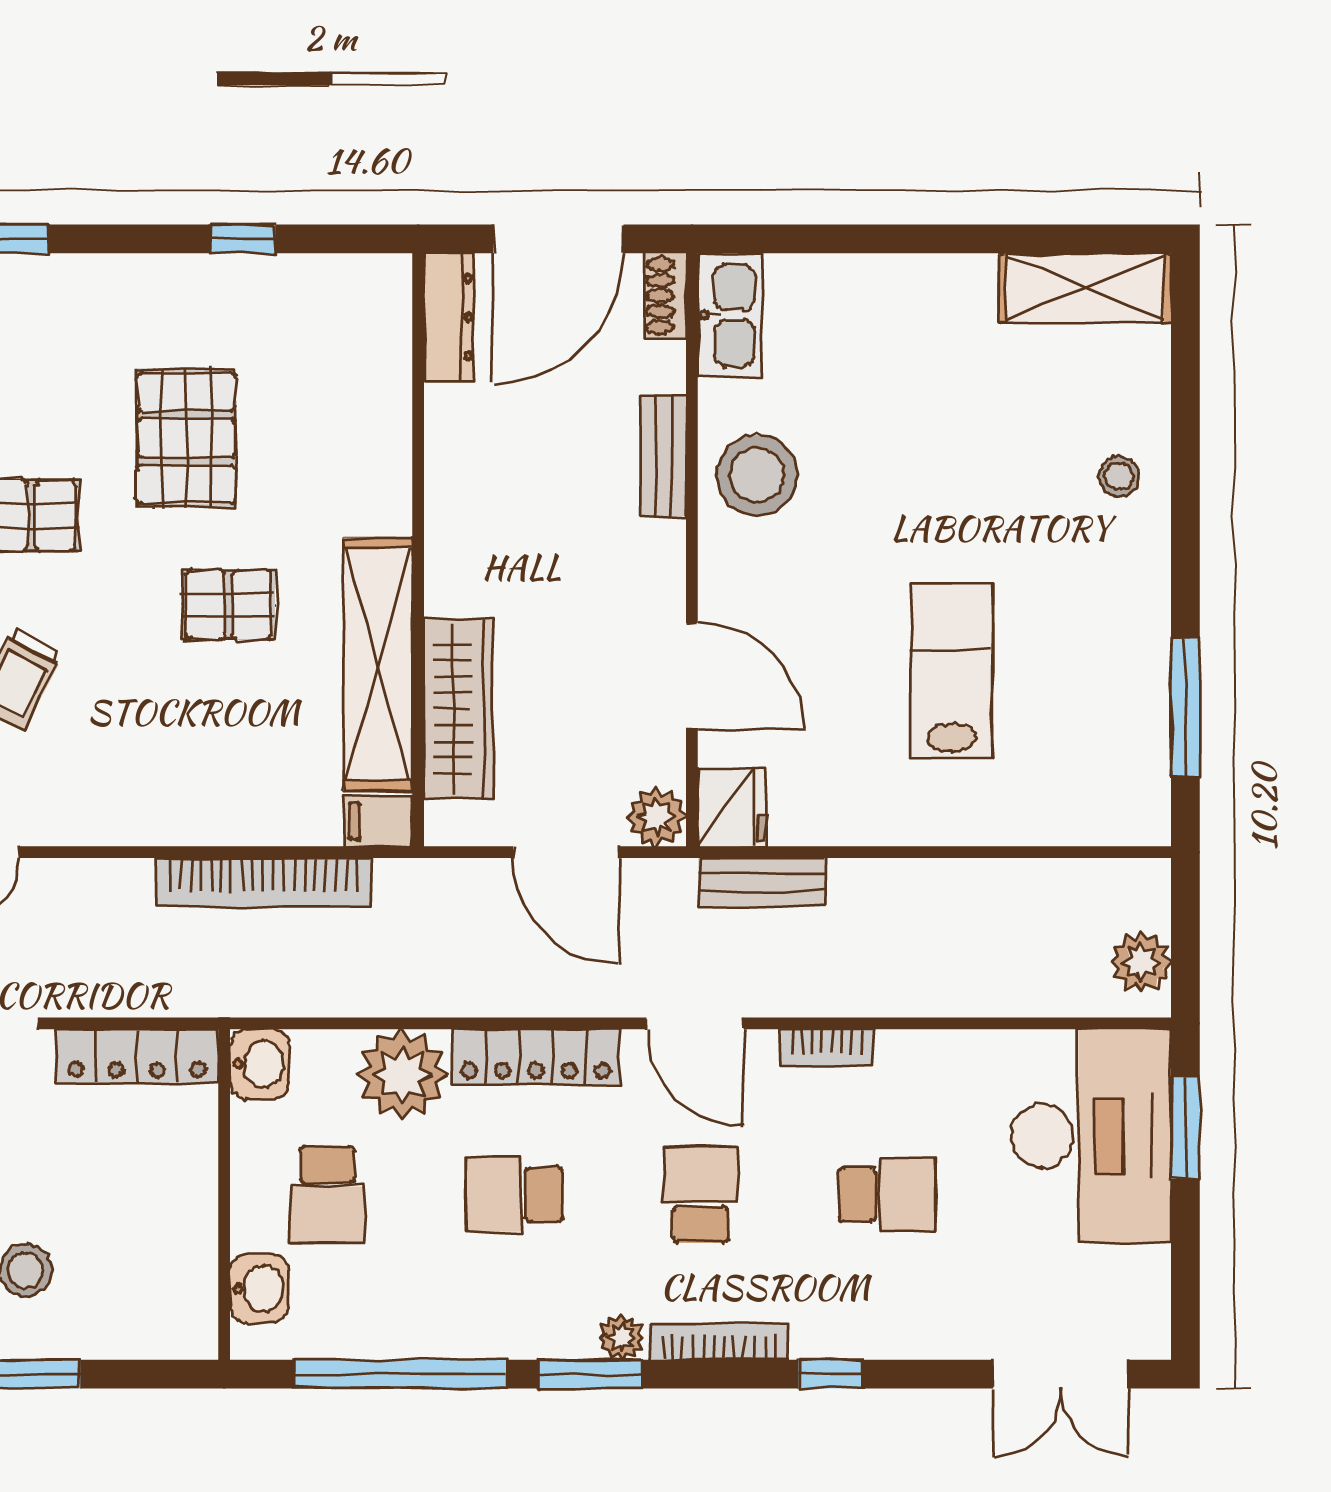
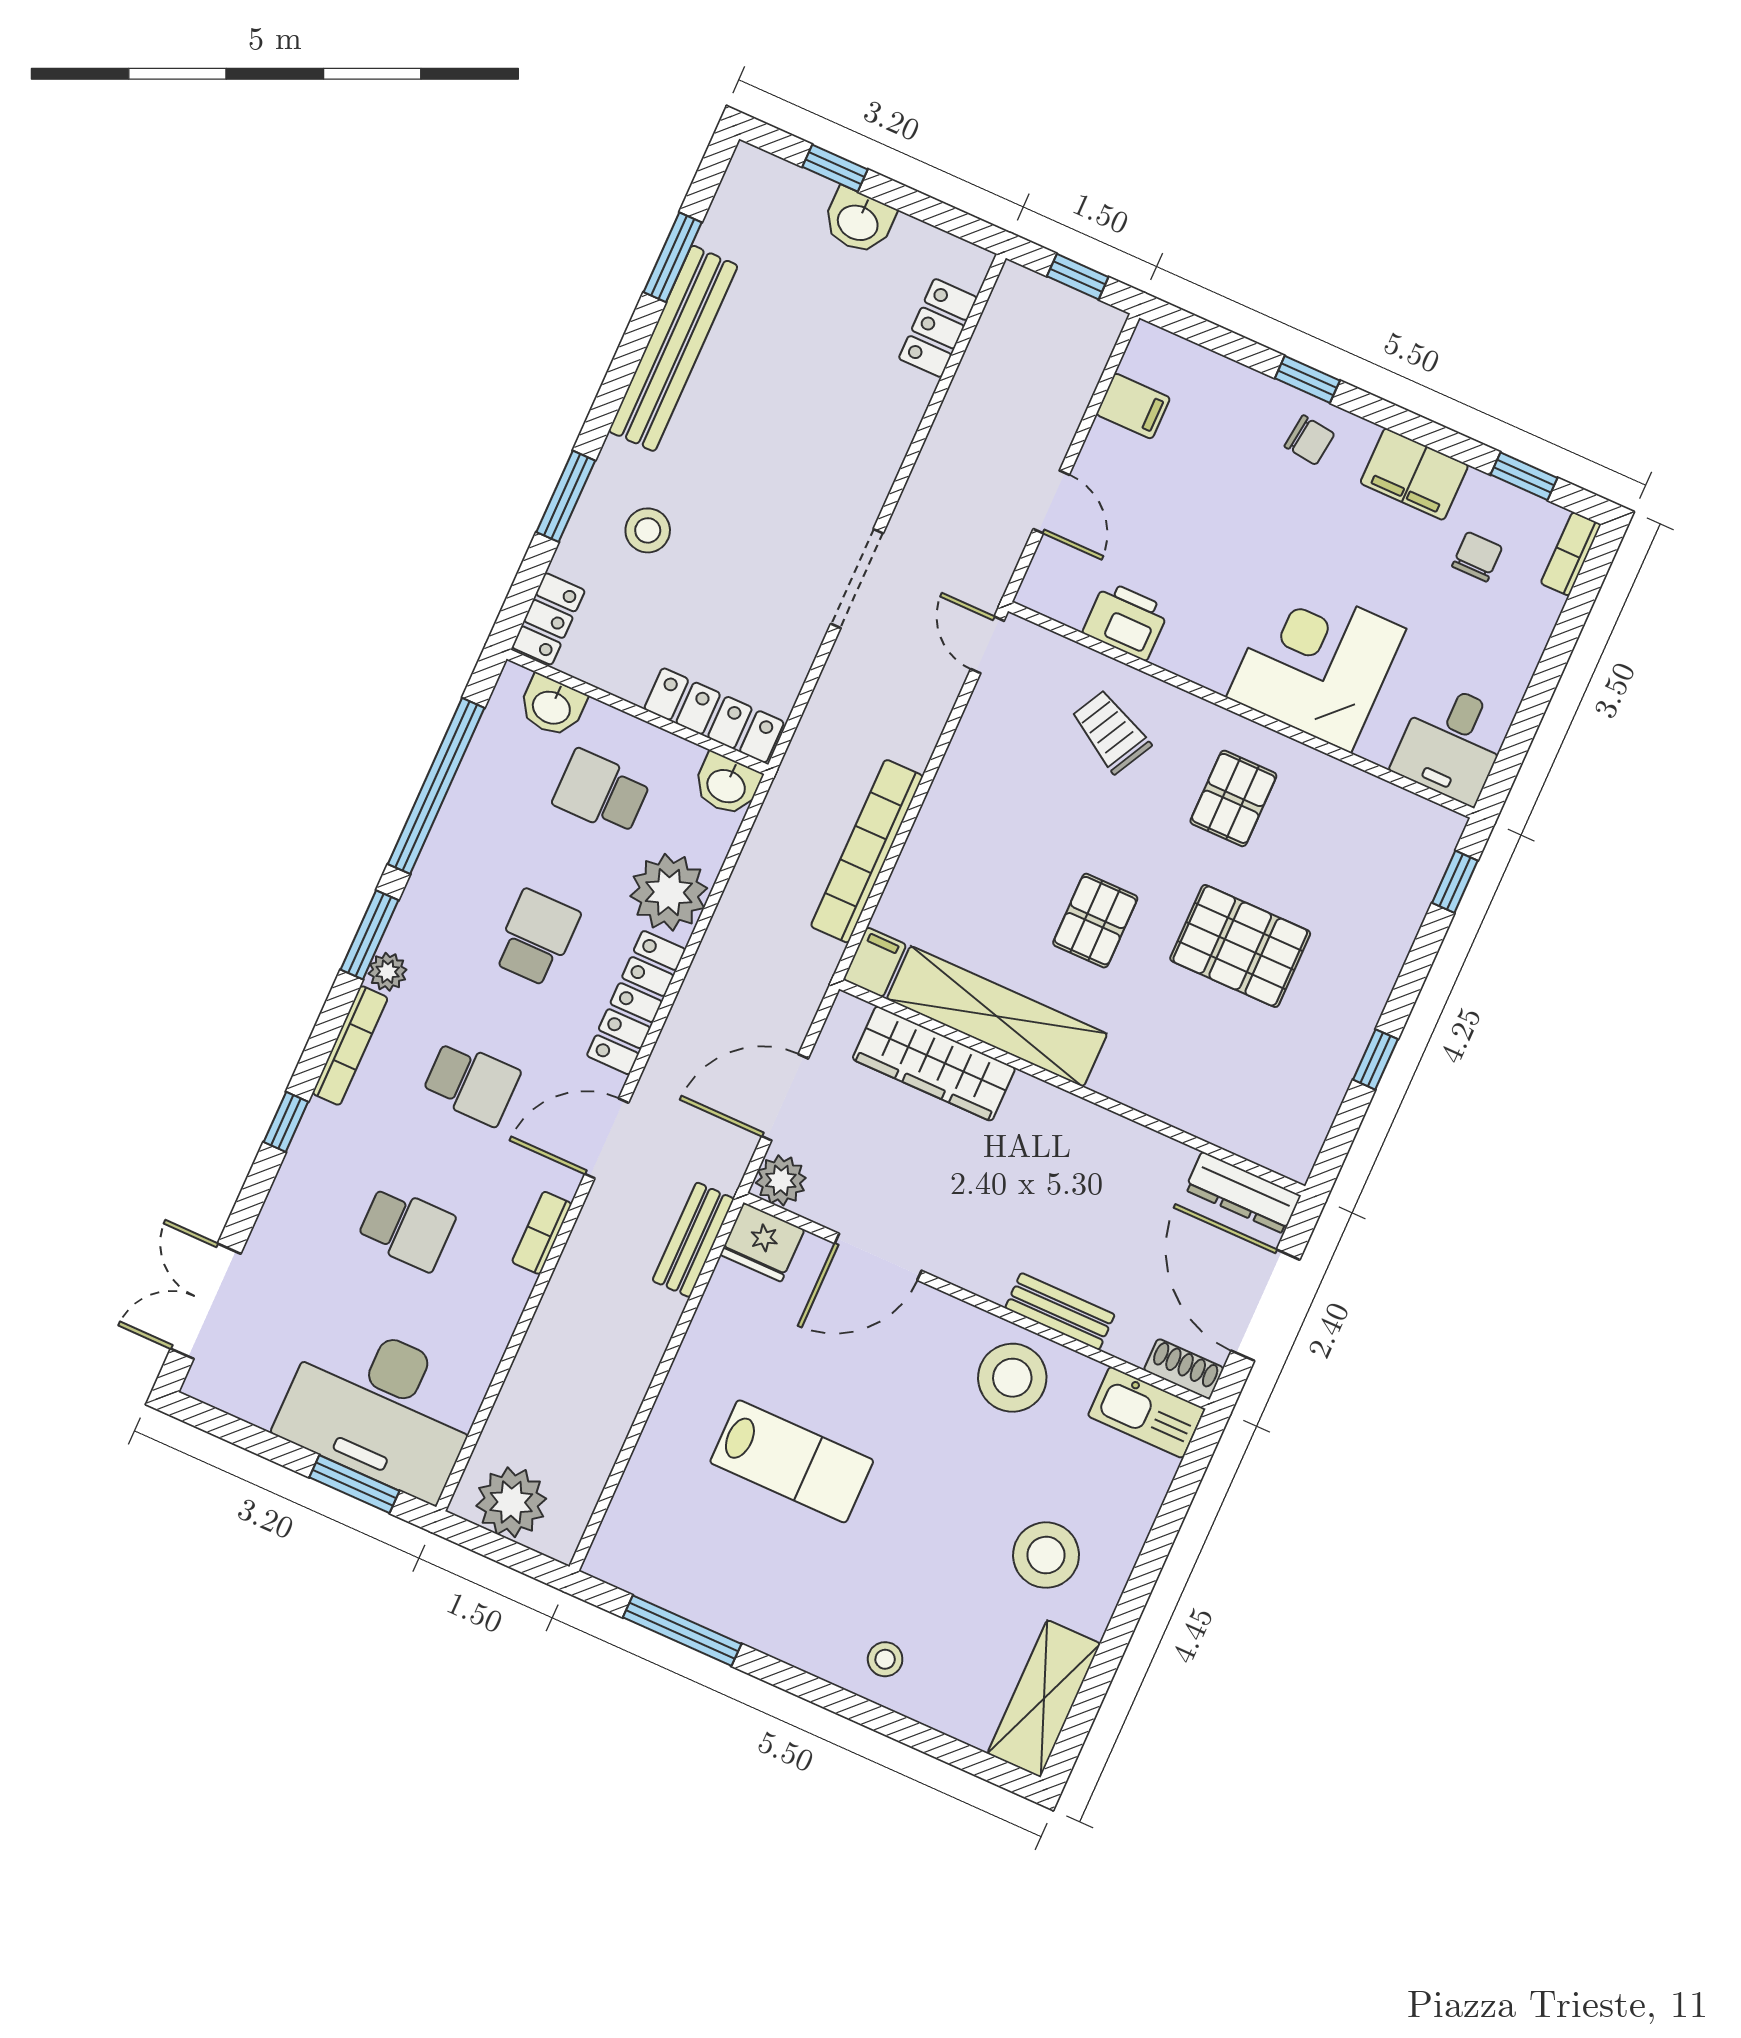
stool: (930, 354) -> (1046, 1555), added
plant: (1141, 962) -> (511, 1502), width x1.36, depth x1.36
locker: (137, 1056) -> (714, 715), moved, turned 90
school desk: (887, 1194) -> (406, 1228), turned -90
locker: (167, 1334) -> (548, 619), added

